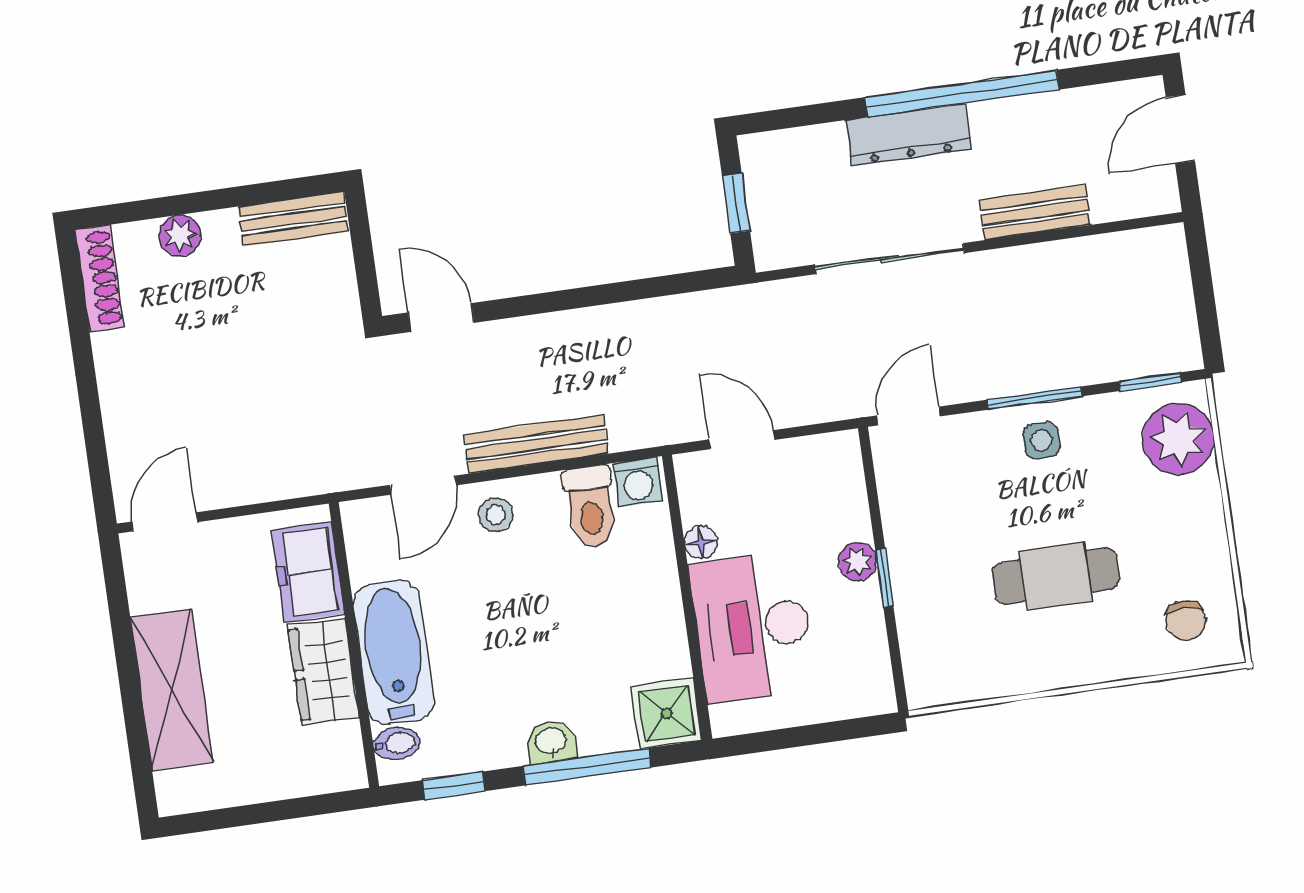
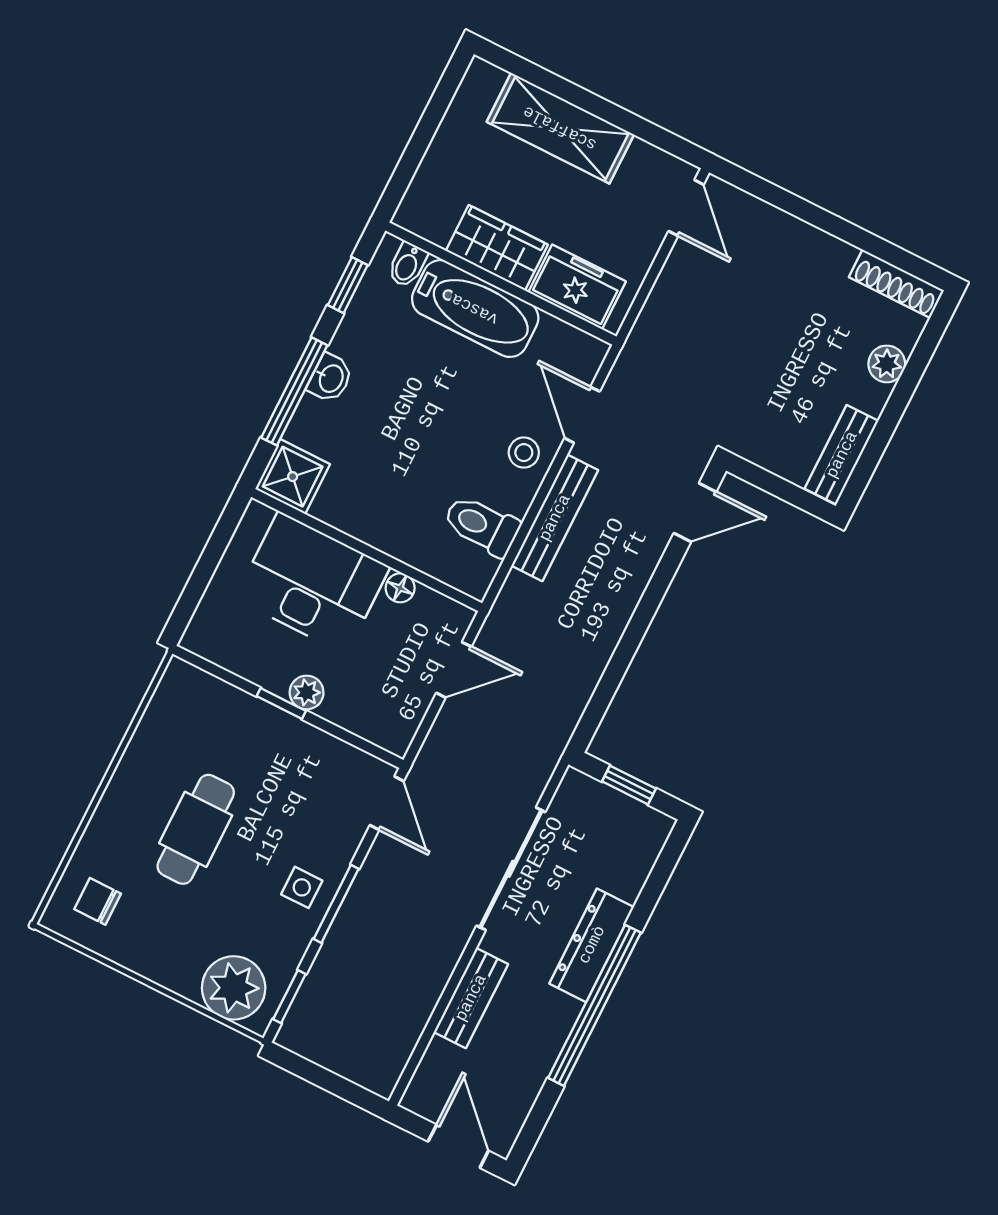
washing machine: (638, 482) -> (476, 573), removed

